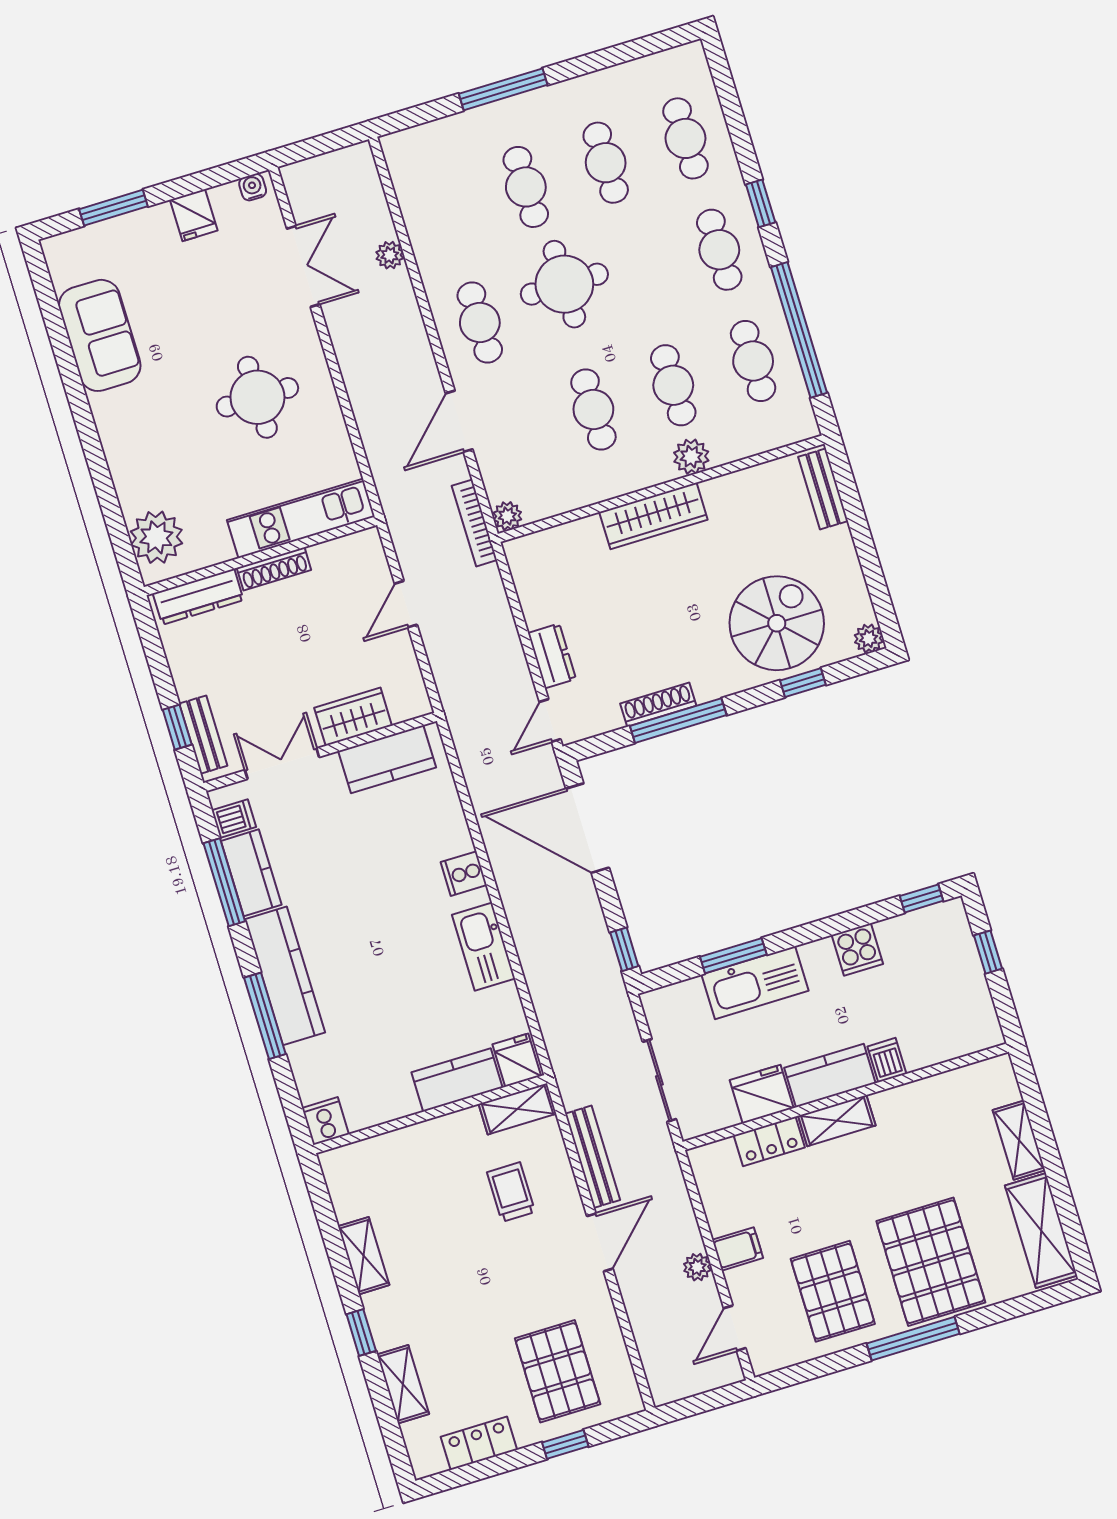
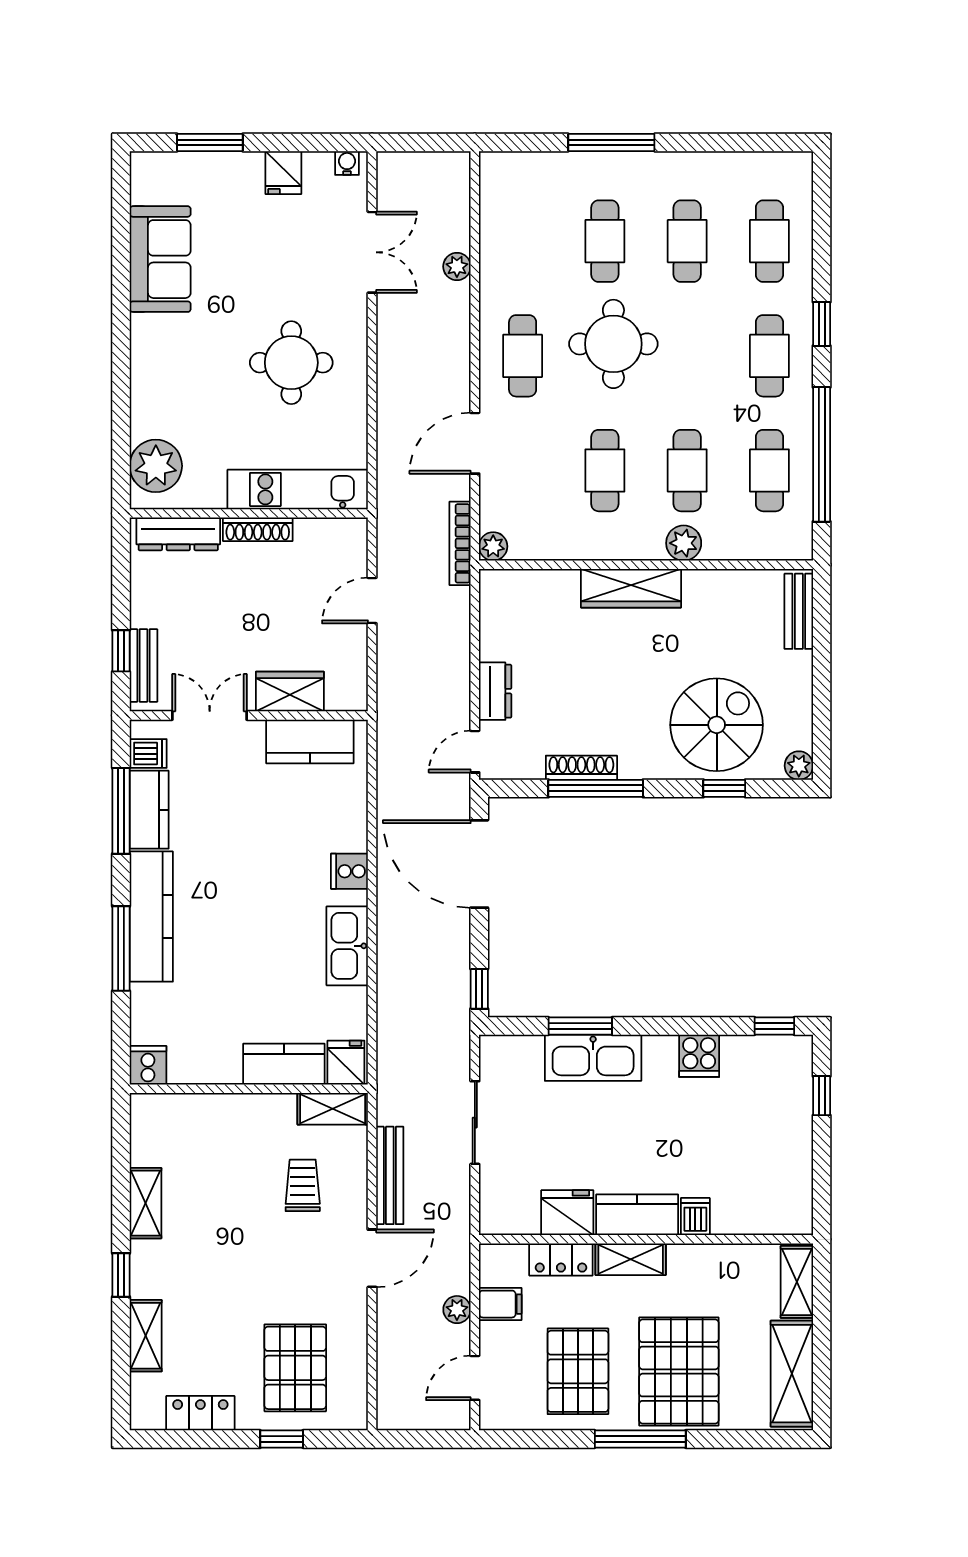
dishwasher: (887, 1060) -> (695, 1217), moved
kitchen counter: (830, 1076) -> (637, 1215), moved
fridge: (762, 1094) -> (567, 1213), moved
wall: (846, 1097) -> (646, 1239), moved
shelving: (837, 1121) -> (631, 1259), moved
locker: (769, 1141) -> (561, 1260), moved

